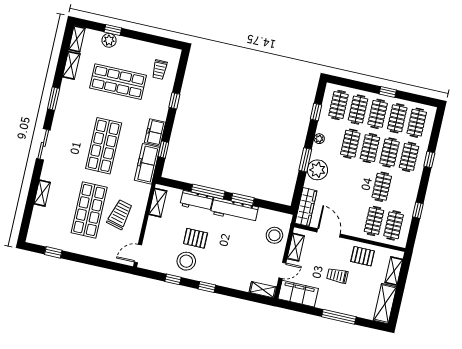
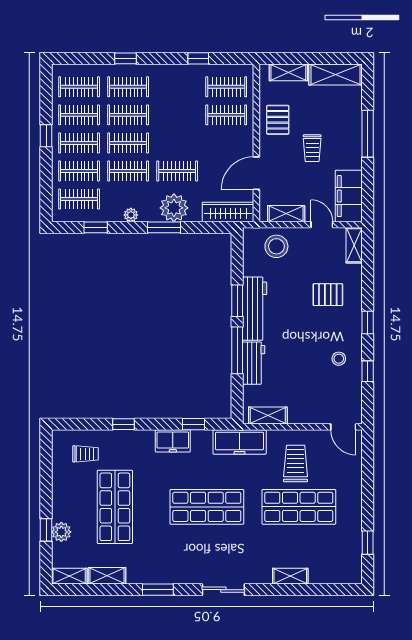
freezer: (147, 164) -> (240, 442), moved
clothes rail: (382, 187) -> (177, 171), moved
trolley: (120, 214) -> (296, 464), turned 76
pallet: (196, 238) -> (328, 295), moved, turned 90
stool: (186, 261) -> (339, 359), width x0.53, depth x0.53

